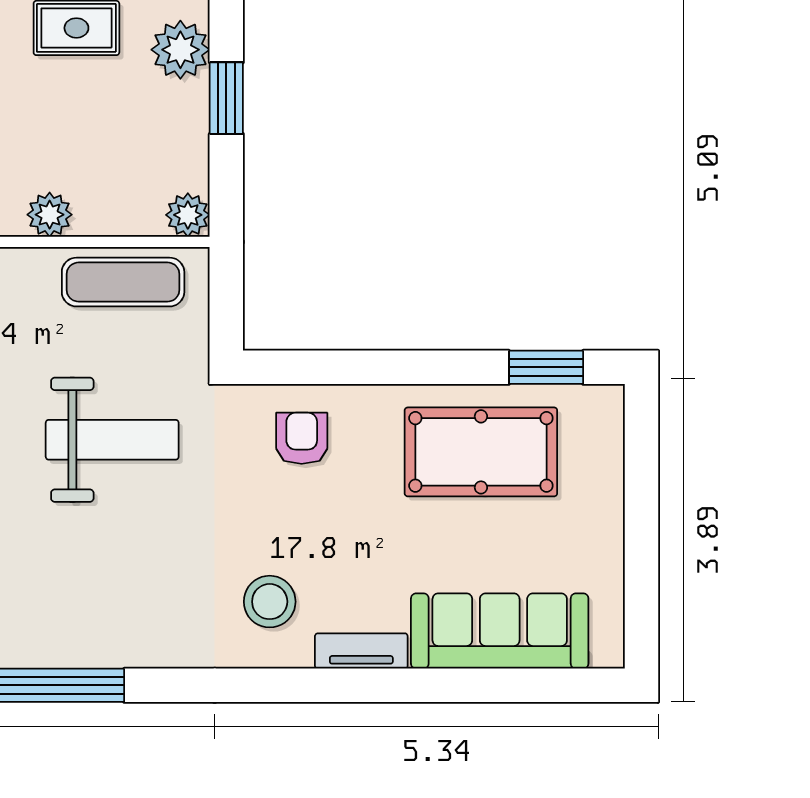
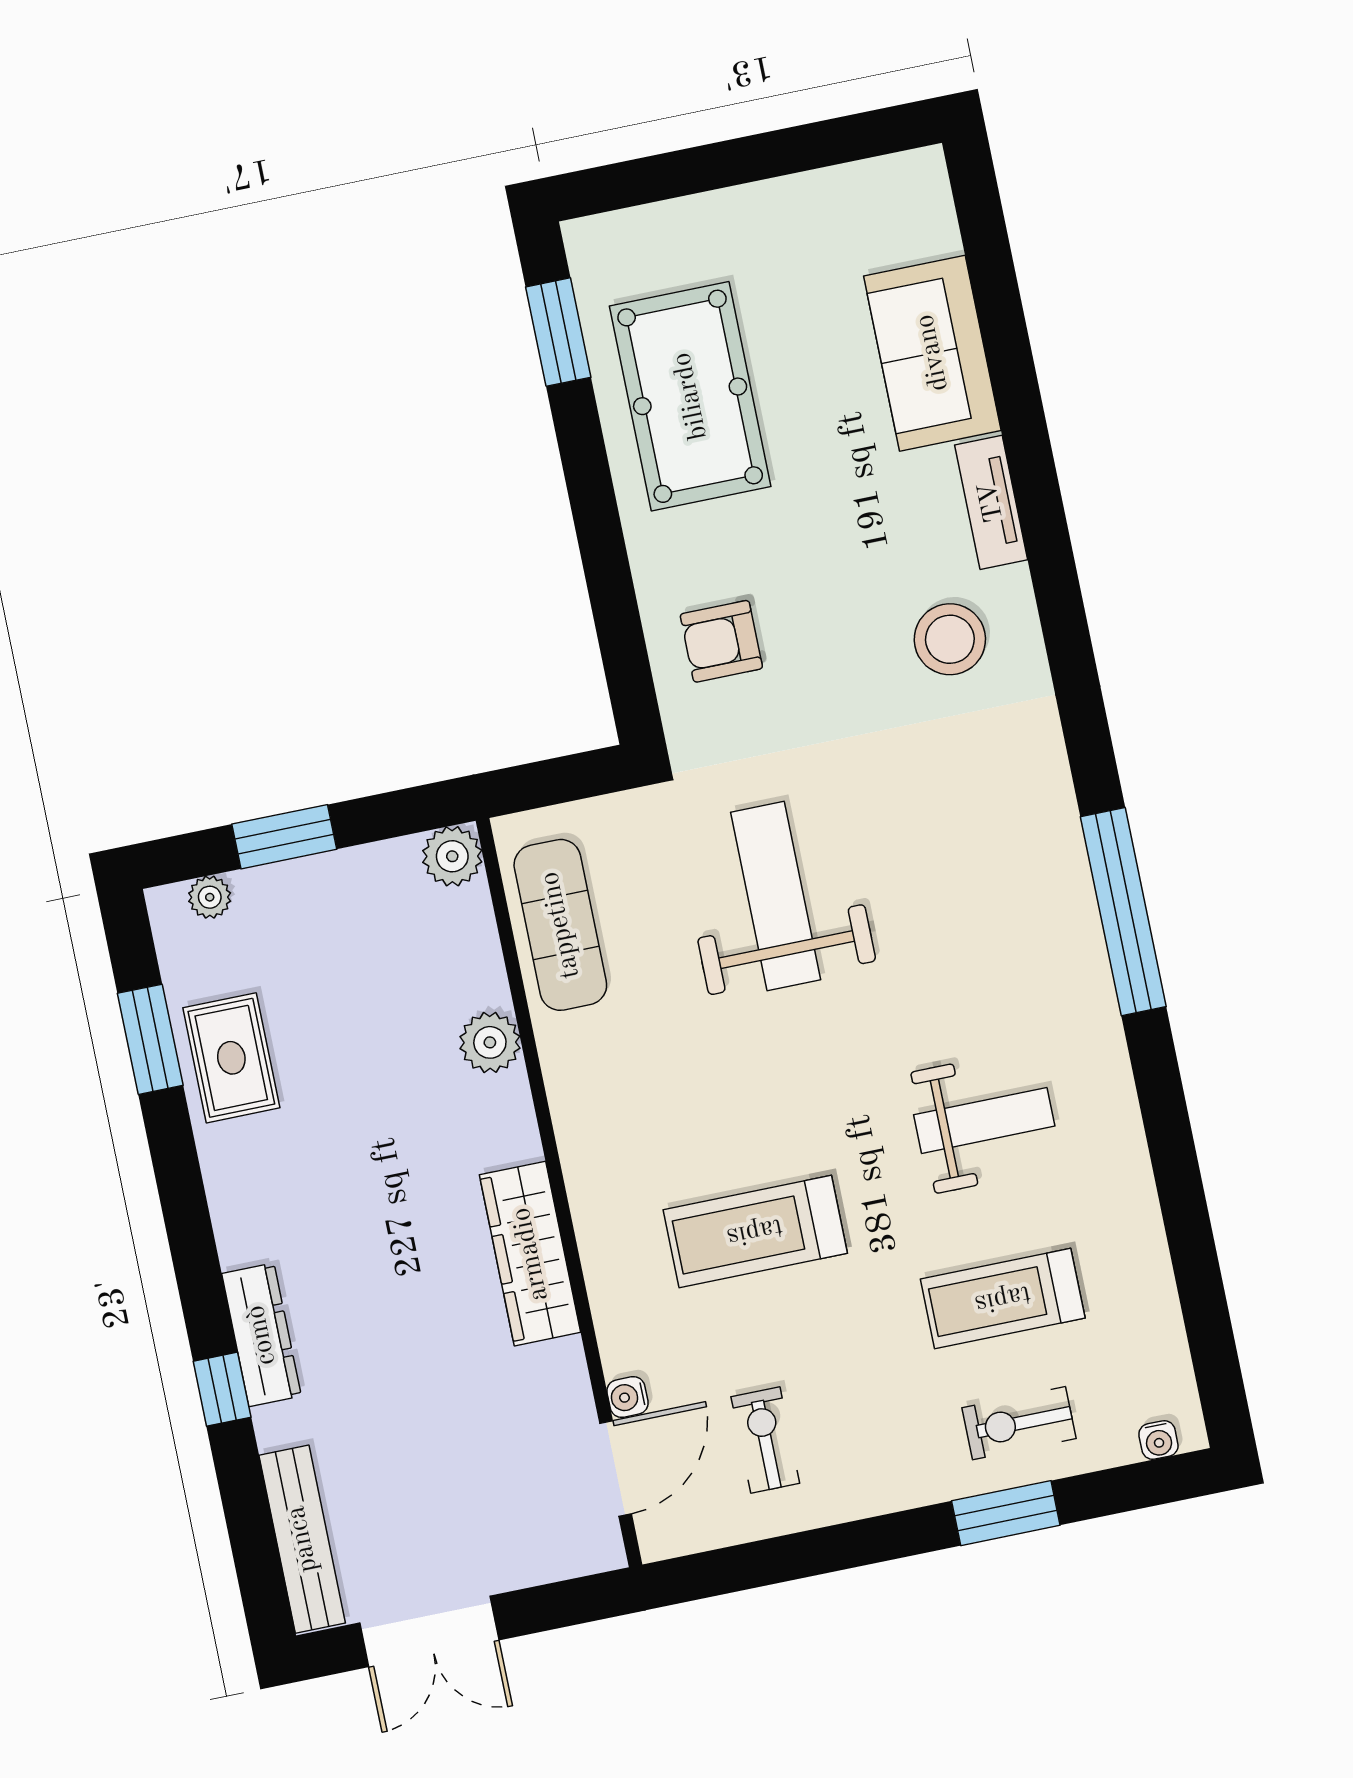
plant: (180, 50) -> (210, 897), width x0.53, depth x0.53
sofa: (500, 631) -> (932, 353), width x0.73

